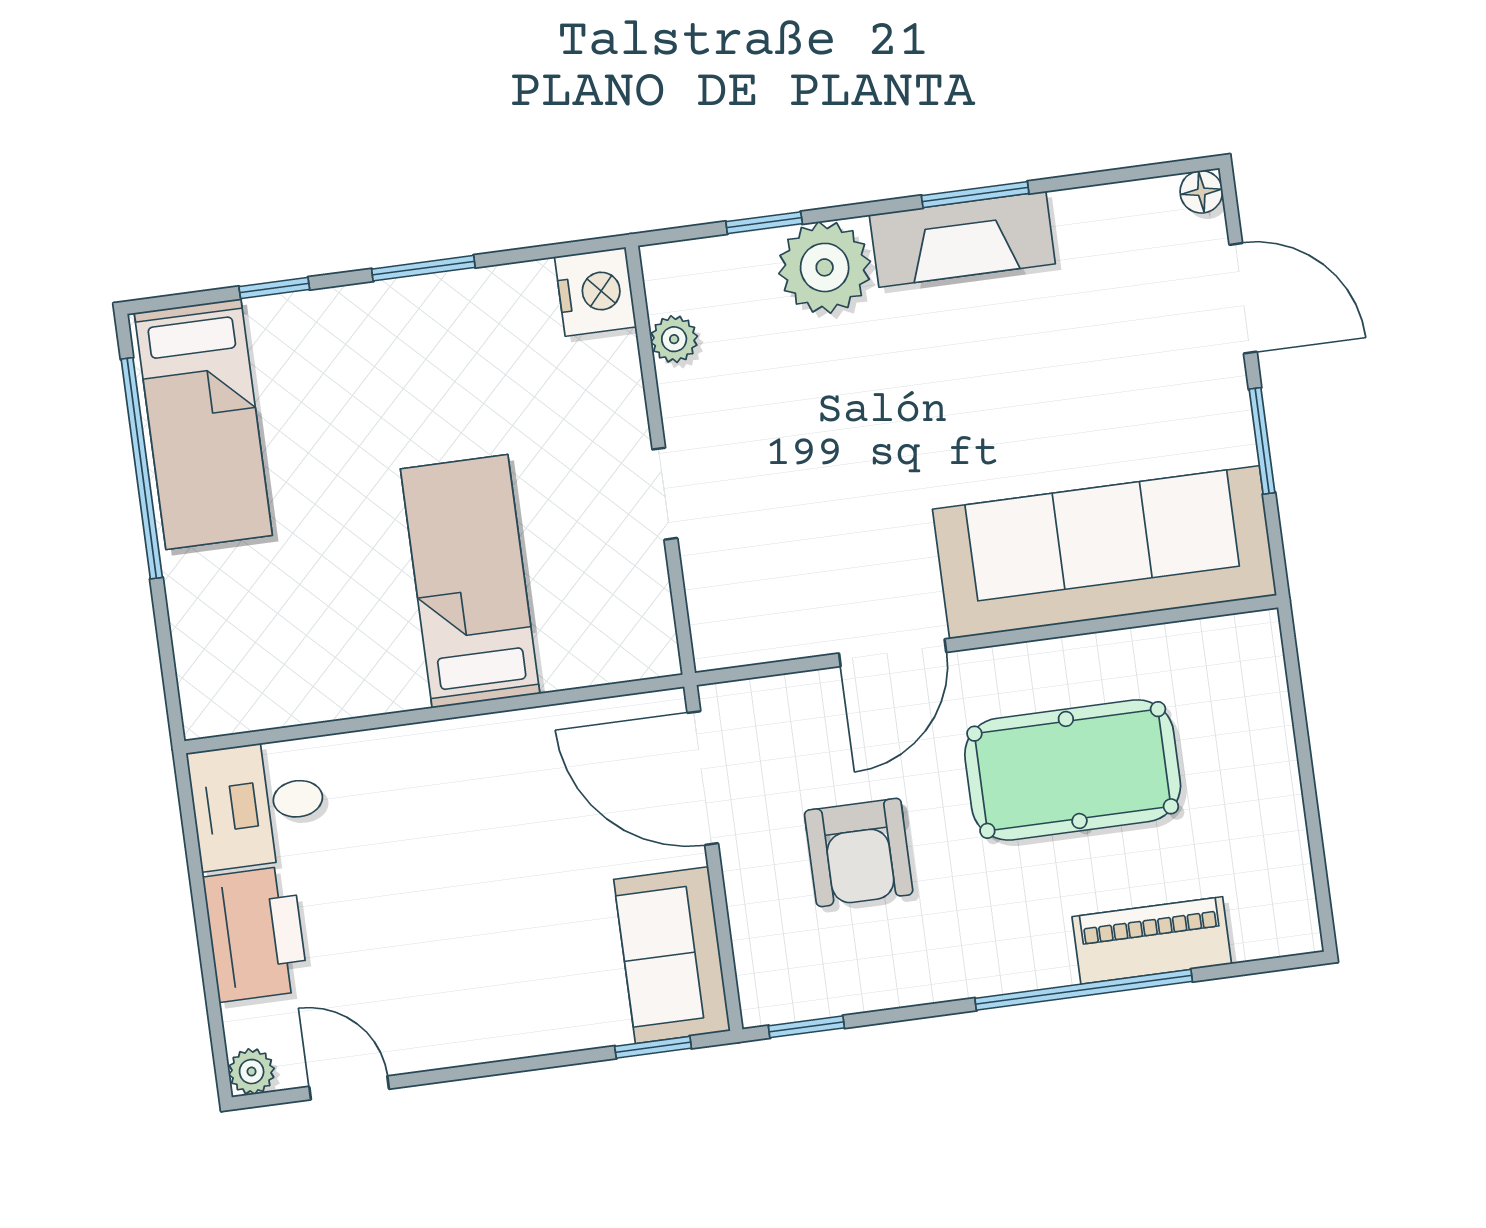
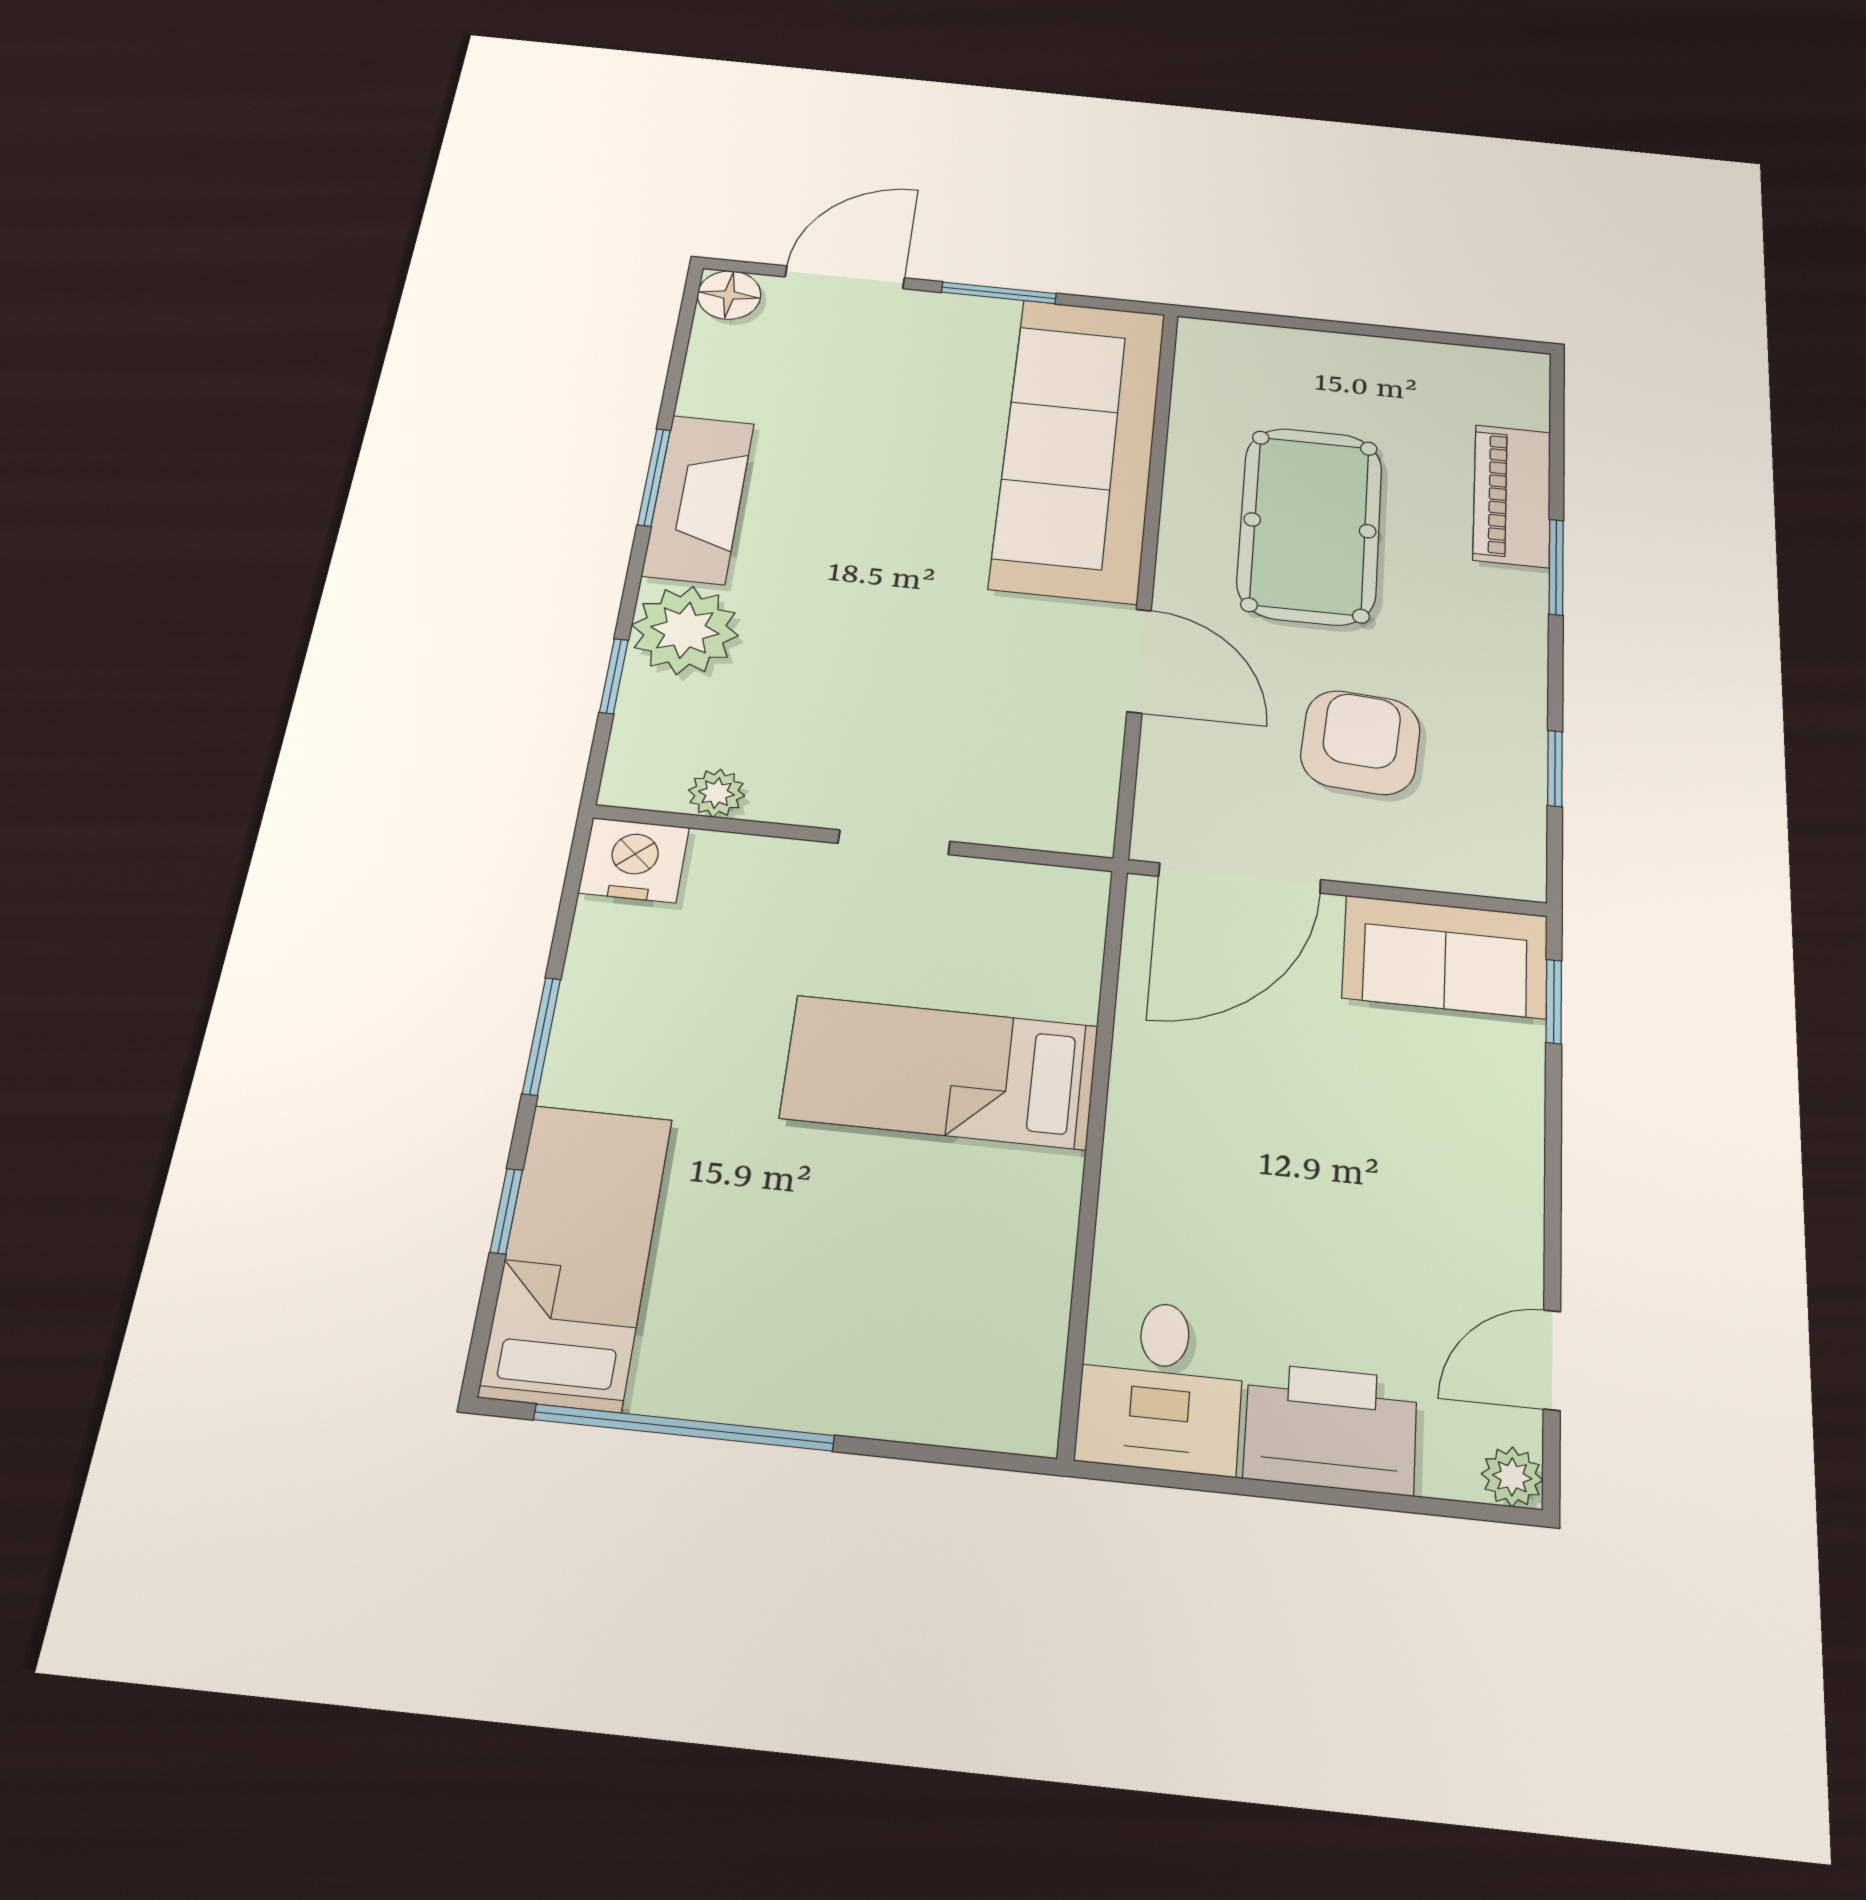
floor lamp: (1201, 192) -> (729, 295), width x1.37, depth x1.37
bed: (203, 424) -> (577, 1255), moved, turned -90
armchair: (859, 852) -> (1360, 742), turned -86
window: (1084, 990) -> (1556, 567), width x0.47
window: (806, 1027) -> (1555, 768), moved

